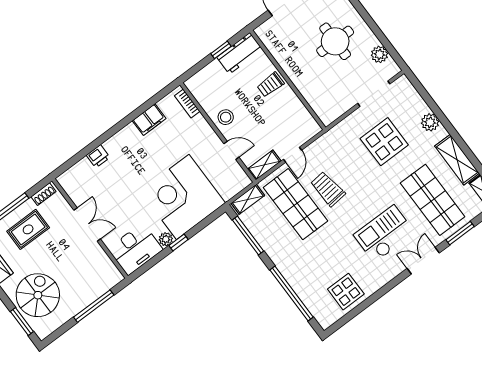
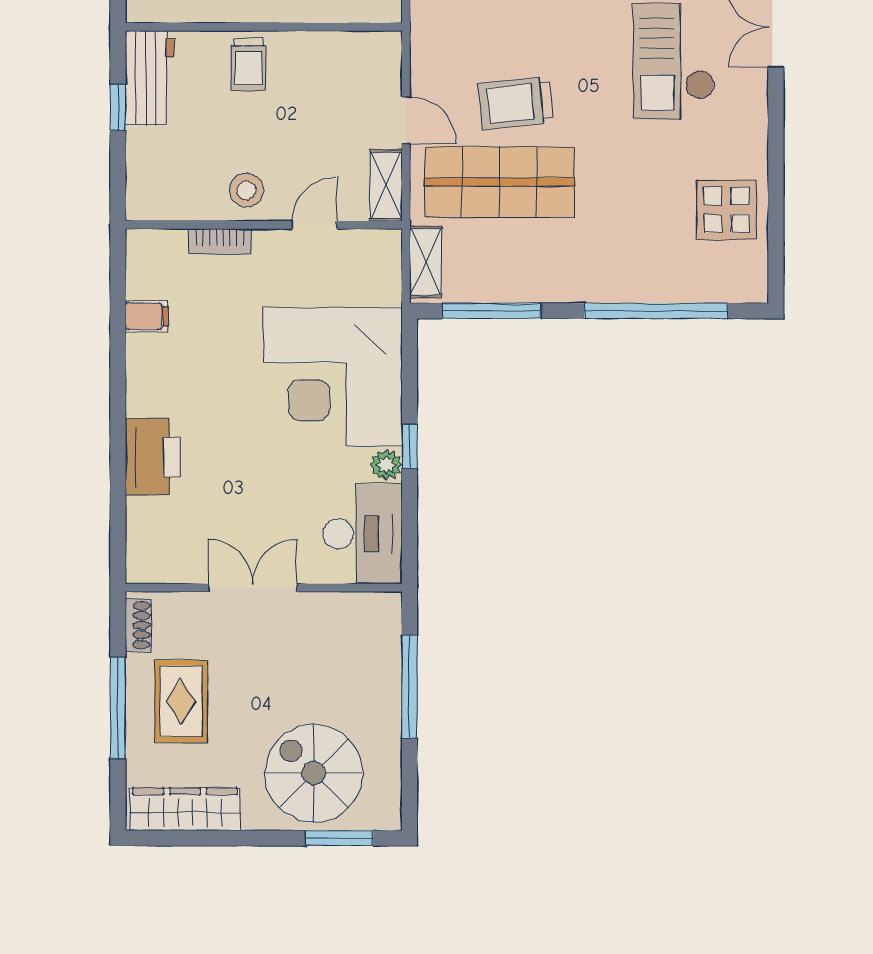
bookcase: (187, 104) -> (220, 241), moved
filing cabinet: (149, 120) -> (147, 316), width x0.50
printer: (98, 156) -> (153, 457), width x1.87, depth x1.48

